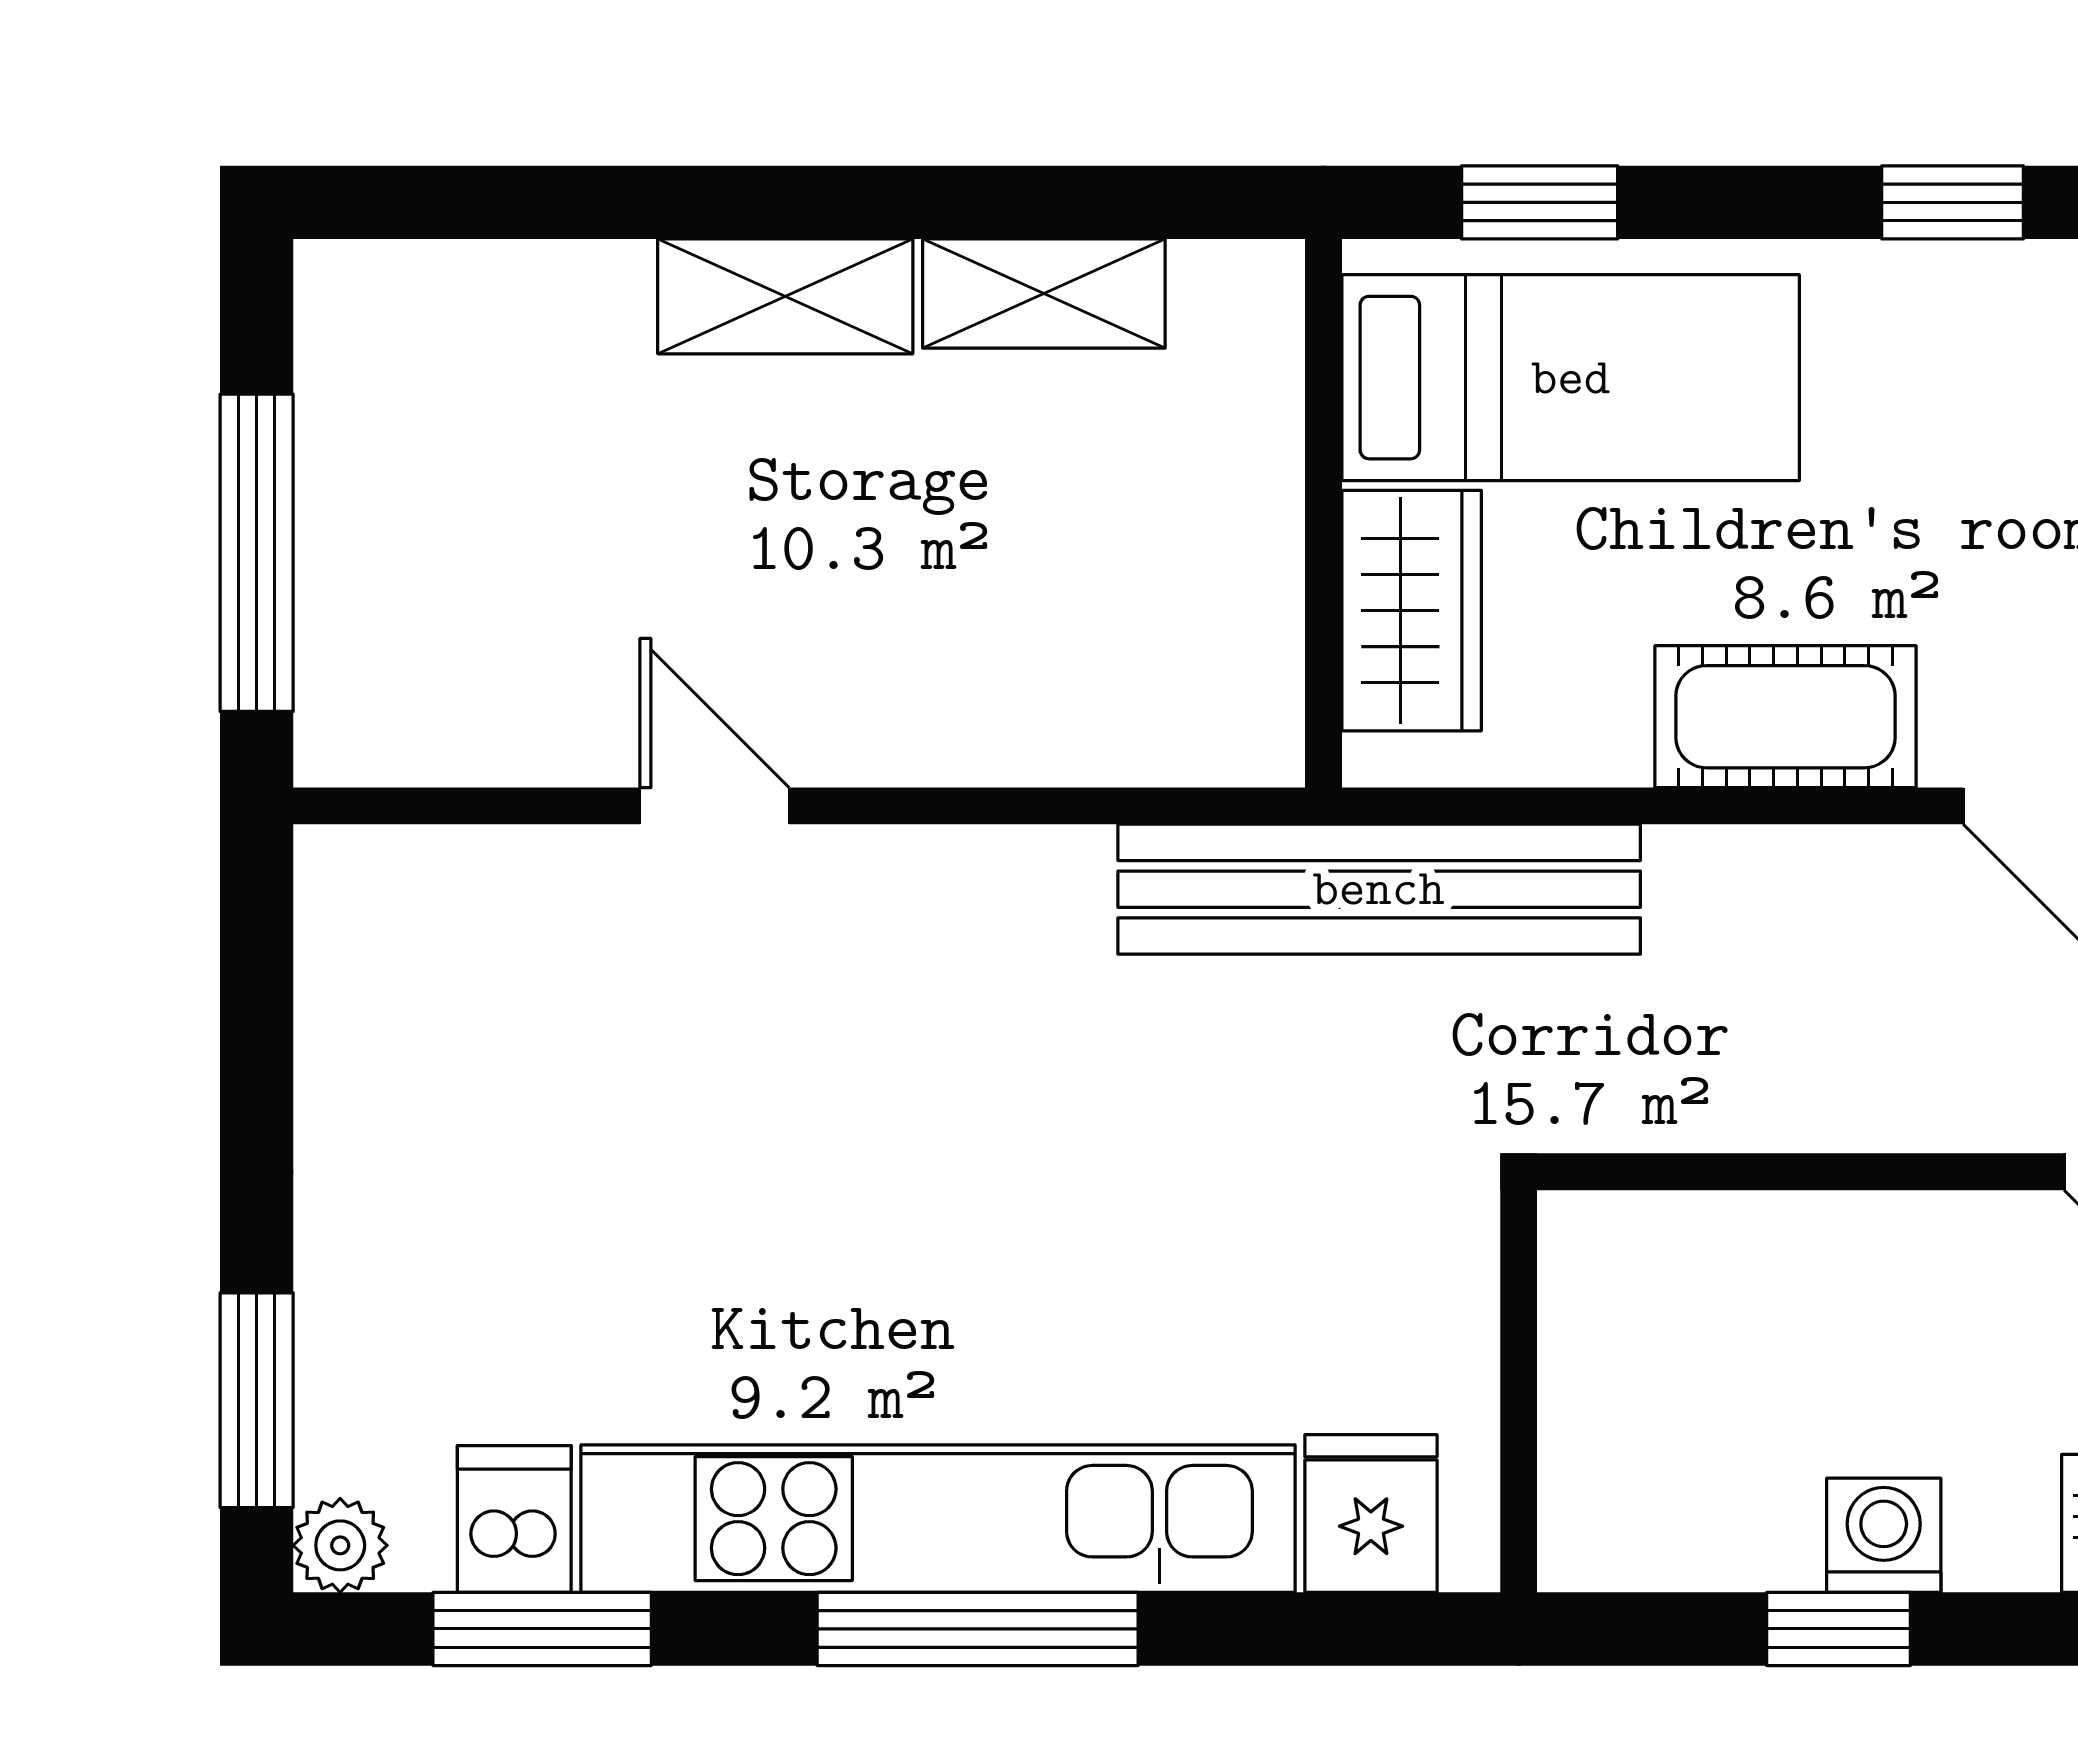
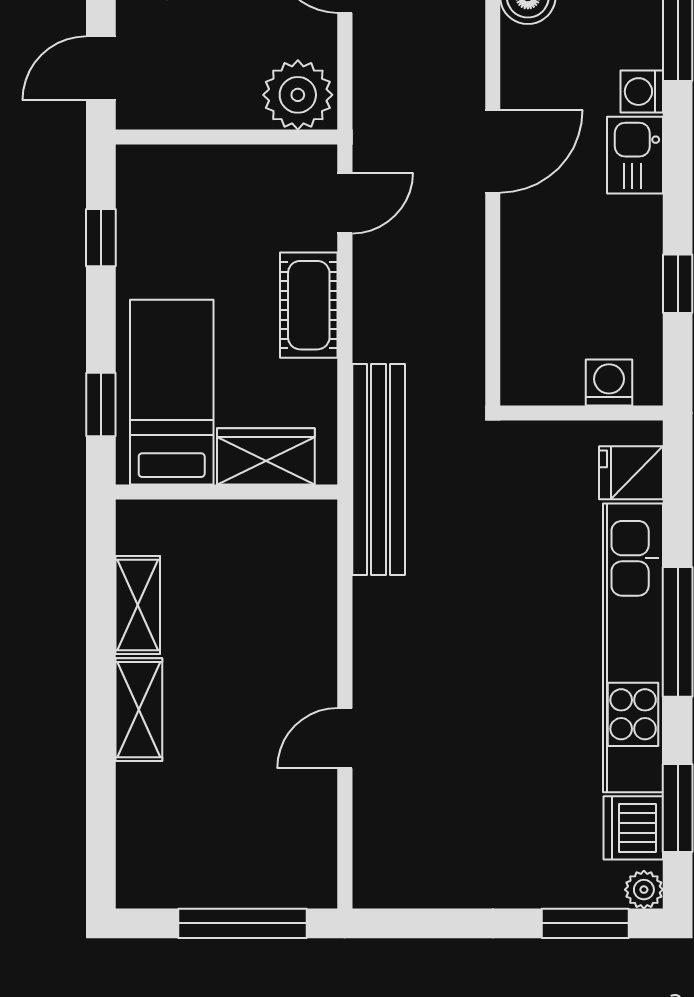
dishwasher: (514, 1519) -> (633, 828), width x1.38
washing machine: (1884, 1535) -> (609, 383), moved, turned 90

